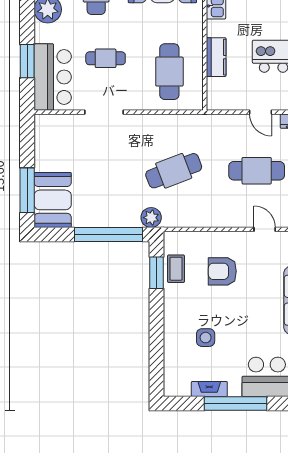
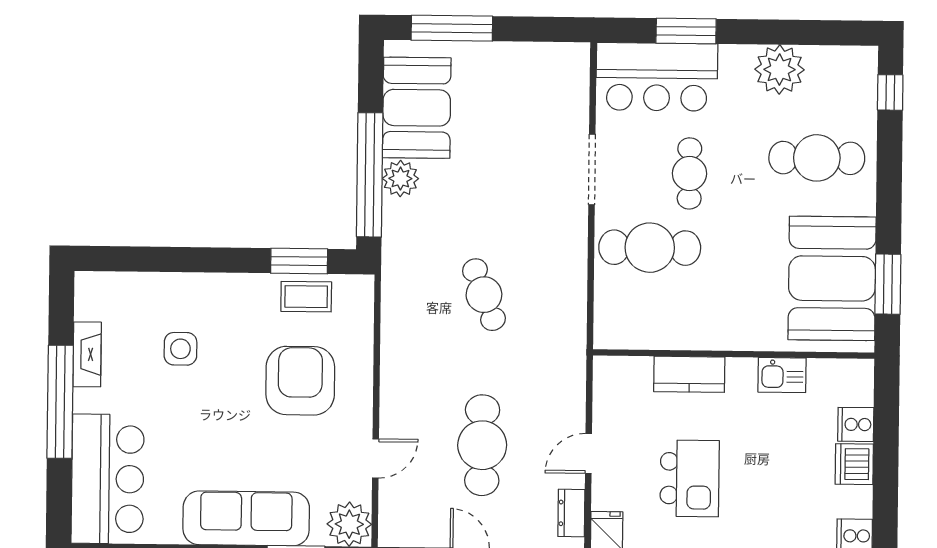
cafe table: (169, 72) -> (650, 248), moved
cafe table: (174, 171) -> (484, 295), width x0.73, depth x0.74
booth: (53, 200) -> (417, 108), moved, turned 90
plant: (151, 218) -> (400, 179), moved
armchair: (222, 271) -> (300, 381), width x1.36, depth x1.36

